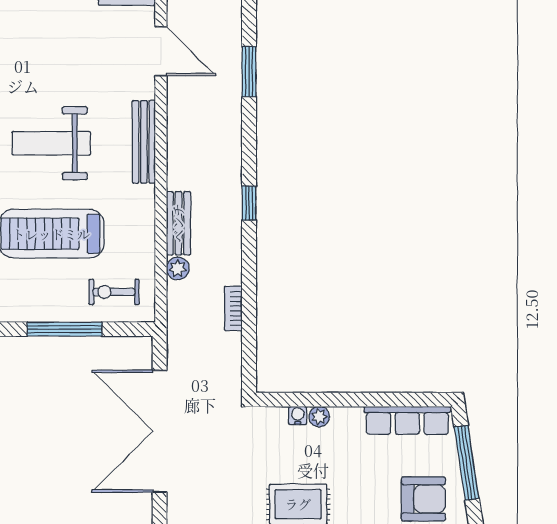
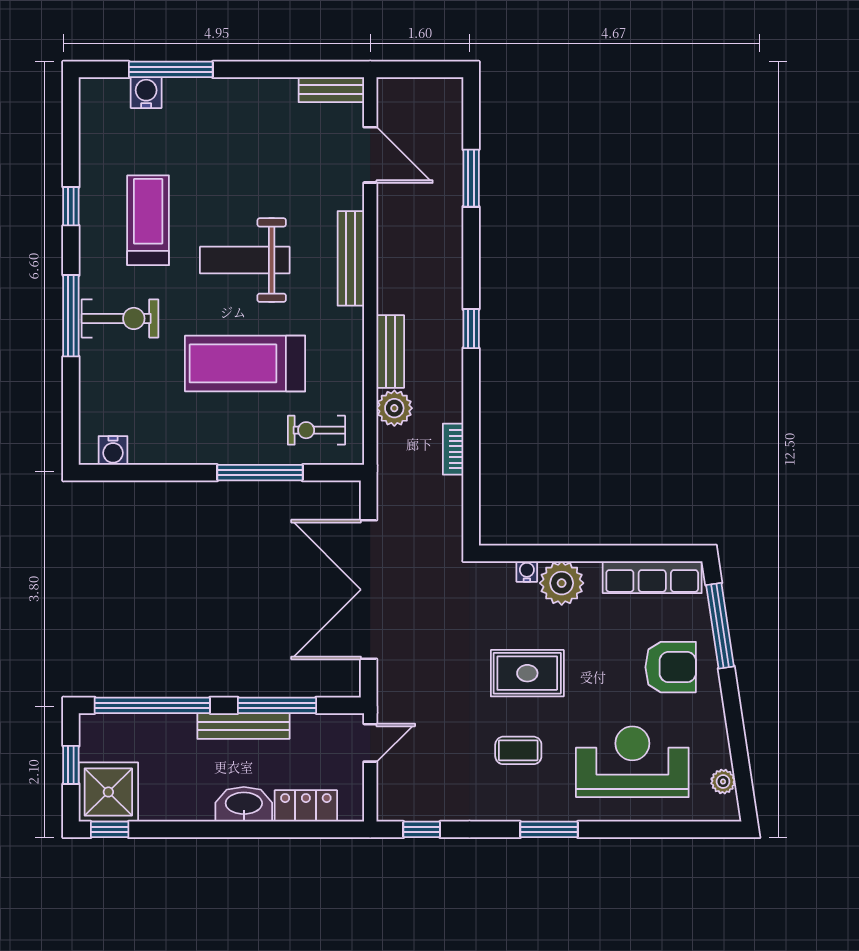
plant: (178, 268) -> (394, 408), width x1.38, depth x1.38
plant: (319, 417) -> (562, 583), width x1.87, depth x1.87

